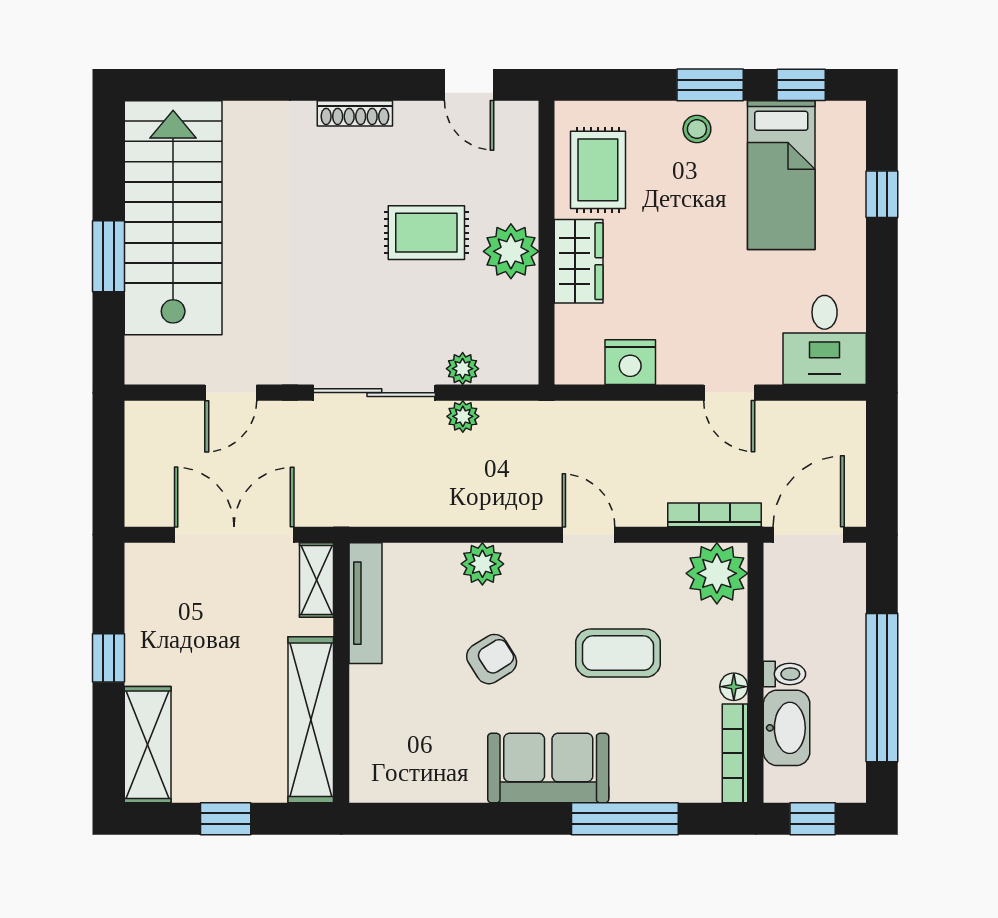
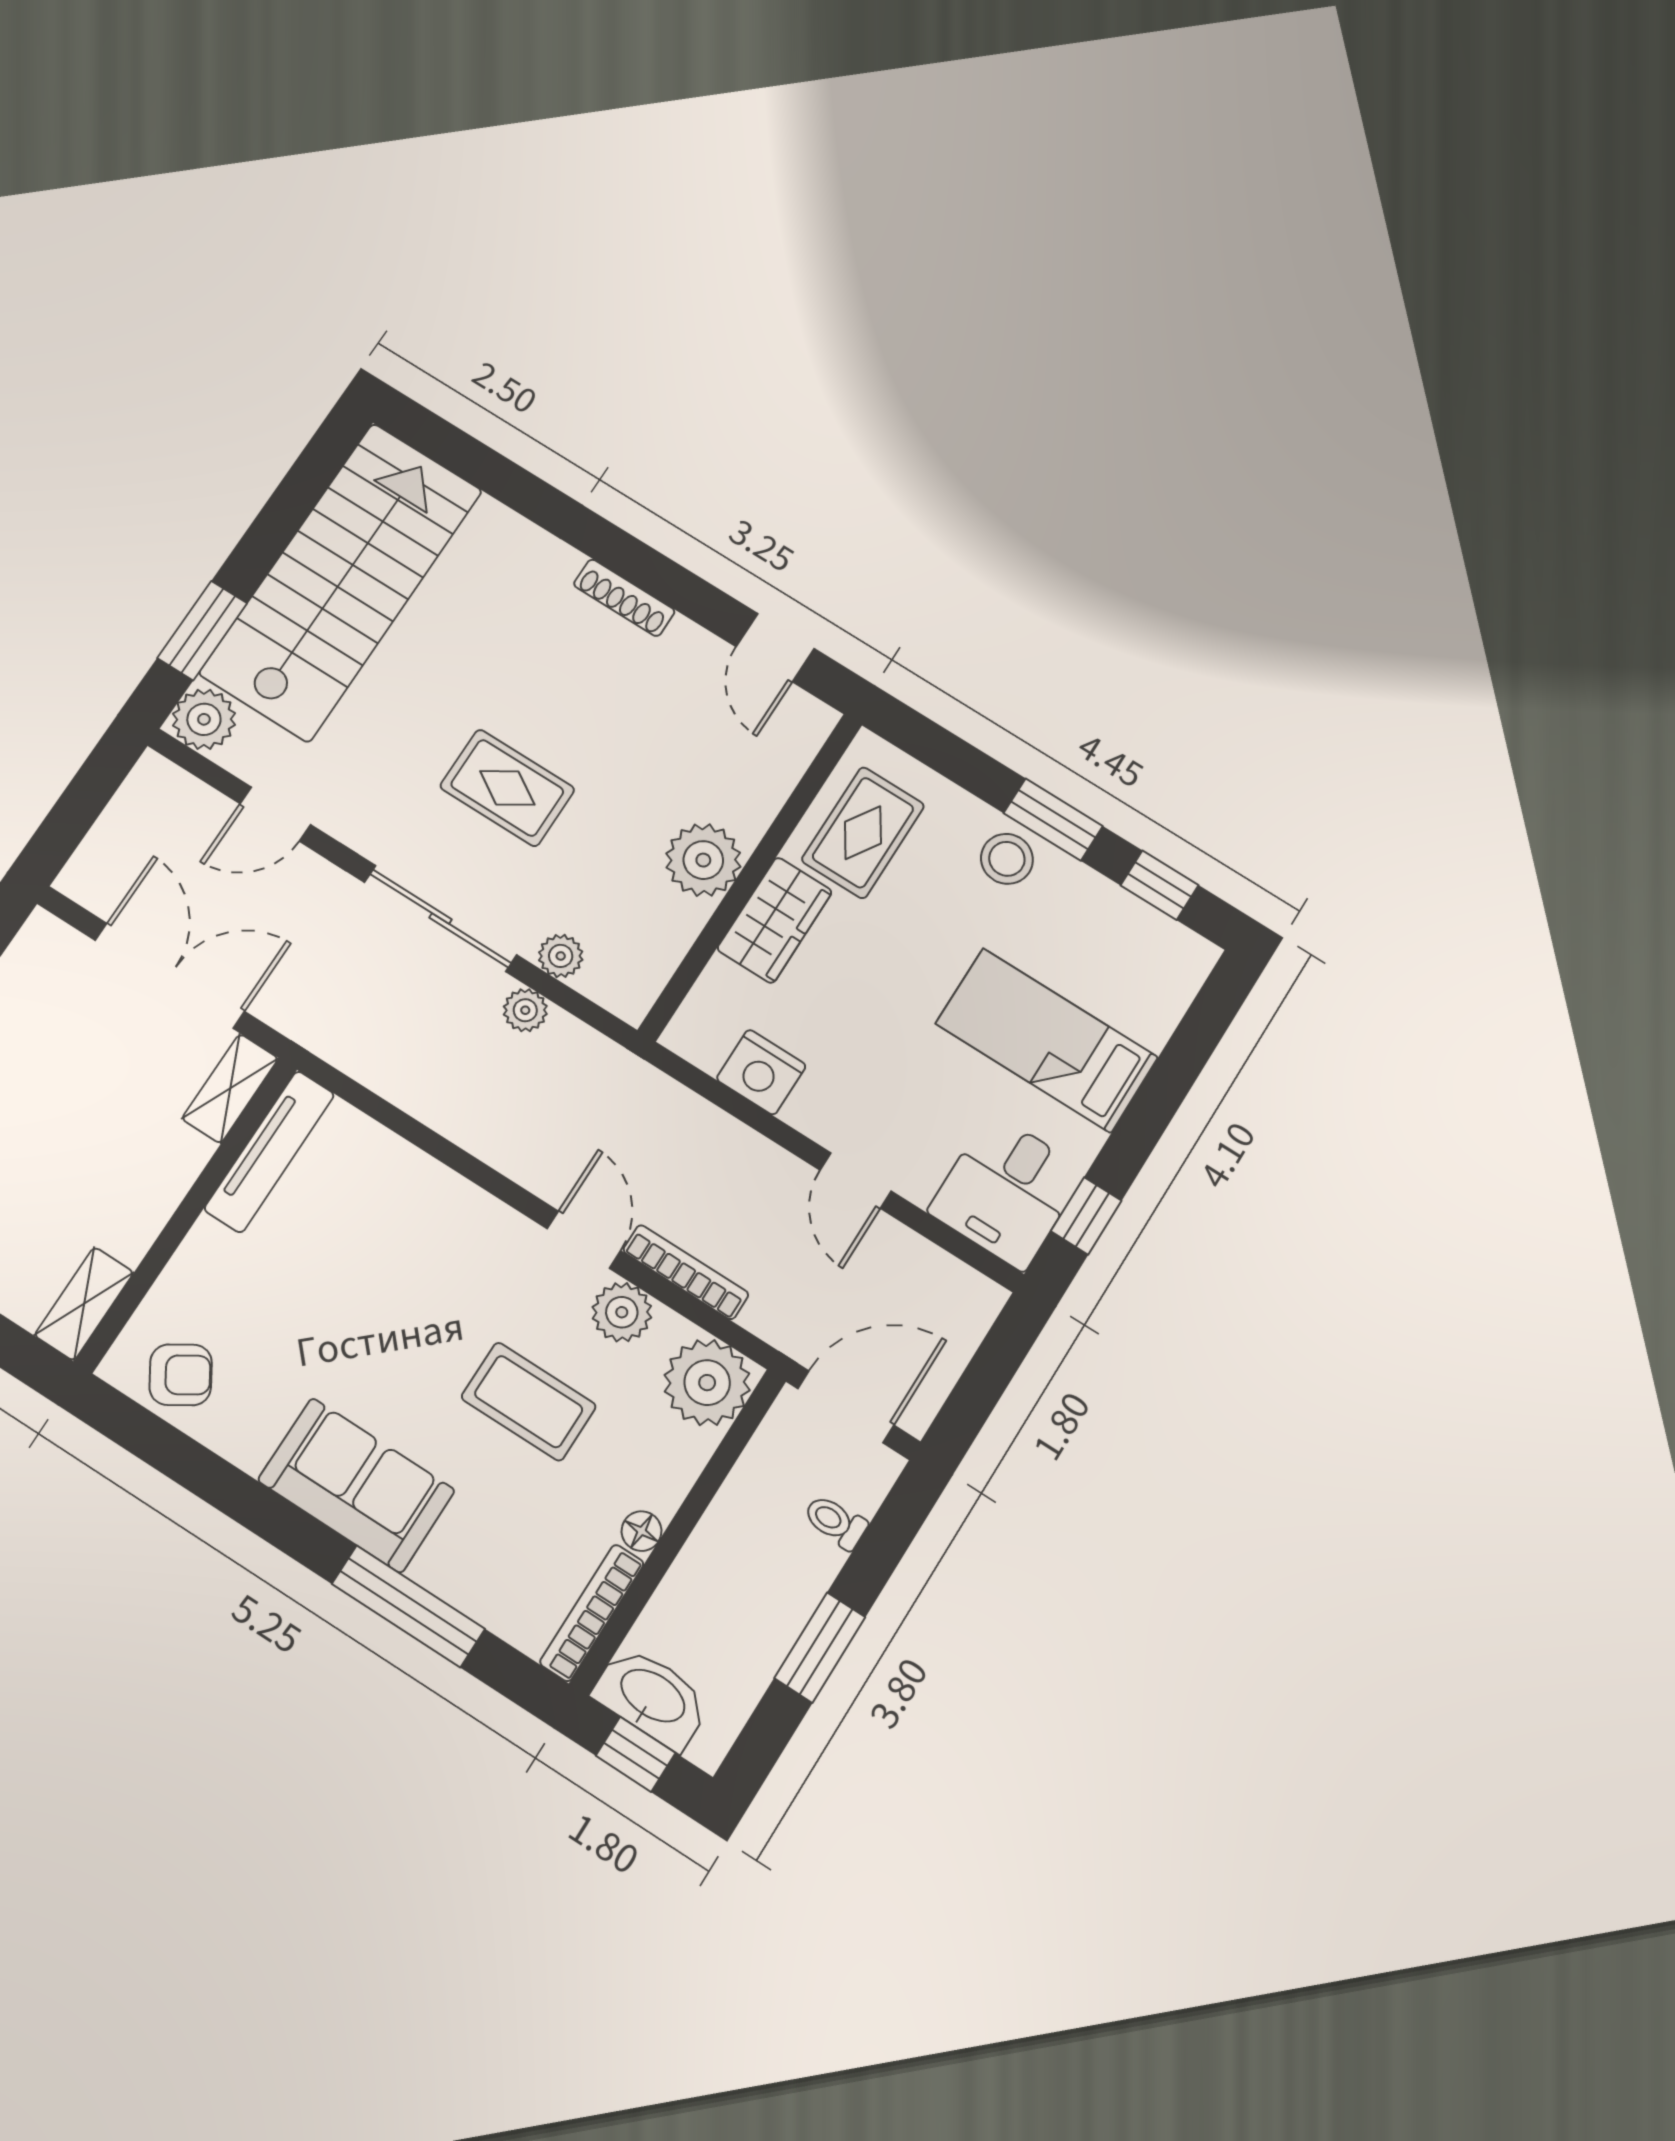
stool: (697, 129) -> (1007, 859), width x1.37, depth x1.37
bed: (781, 175) -> (1047, 1040), moved, turned 90
window: (882, 194) -> (1086, 1216), moved
rug: (426, 233) -> (507, 788), moved
window: (109, 256) -> (202, 631), moved
plant: (147, 361) -> (204, 719), added
bookcase: (714, 515) -> (686, 1272), moved
plant: (482, 564) -> (622, 1312), moved
armchair: (492, 659) -> (181, 1375), moved
toilet: (784, 674) -> (835, 1522), moved, turned 180
window: (882, 688) -> (820, 1648), width x0.47
shelving: (311, 720) -> (84, 1304), width x0.45, depth x0.75
washbasin: (787, 728) -> (652, 1697), moved, turned -90

